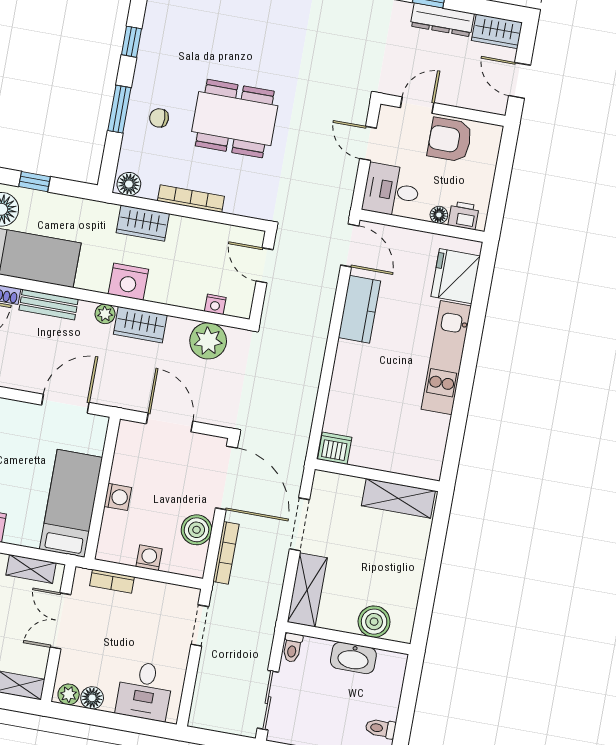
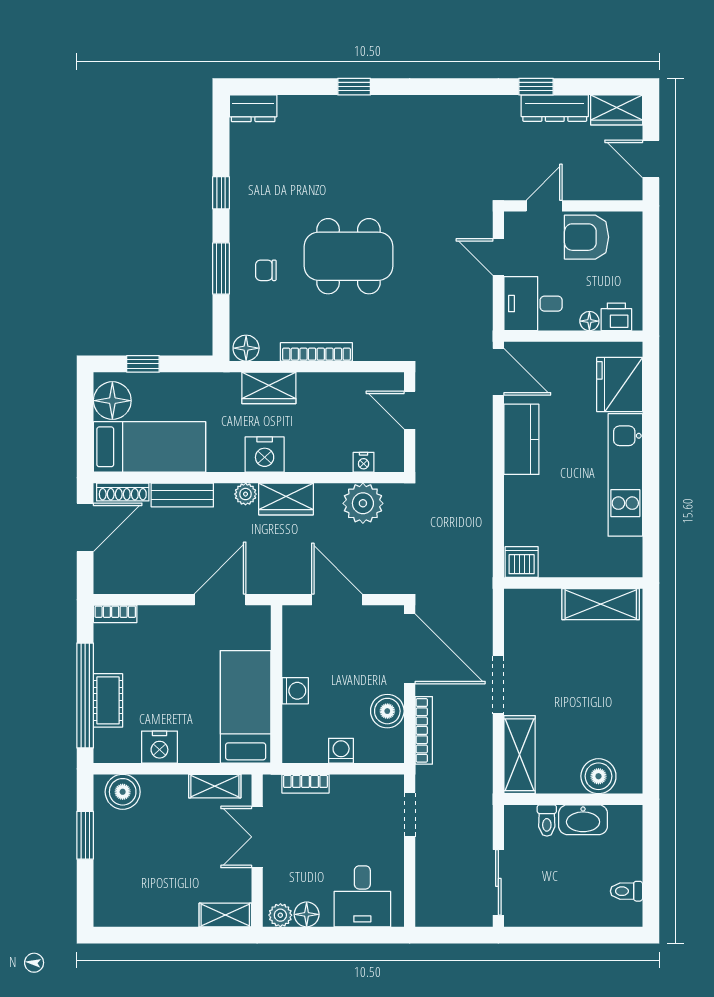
dishwasher: (335, 448) -> (522, 562), moved
wall: (377, 475) -> (573, 583), moved
shelving: (398, 498) -> (601, 604), moved
toilet: (292, 648) -> (547, 820), moved

